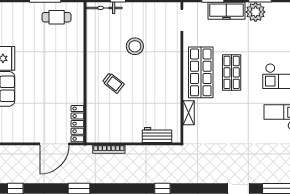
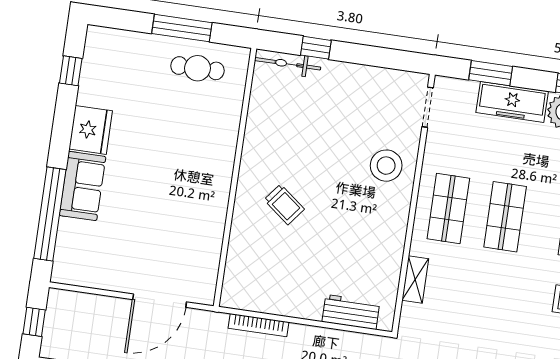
stool: (135, 46) -> (386, 166), moved
shop shelf: (201, 72) -> (448, 208), width x0.70, depth x0.74
locker: (77, 124) -> (207, 270), removed

